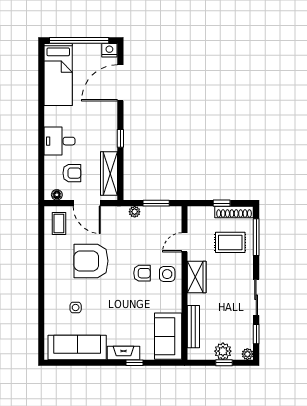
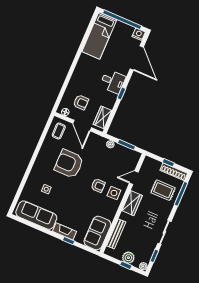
door: (120, 83) -> (137, 58), swing flipped
desk: (60, 141) -> (113, 81), moved, turned 180
wardrobe: (109, 173) -> (102, 117), width x0.67

